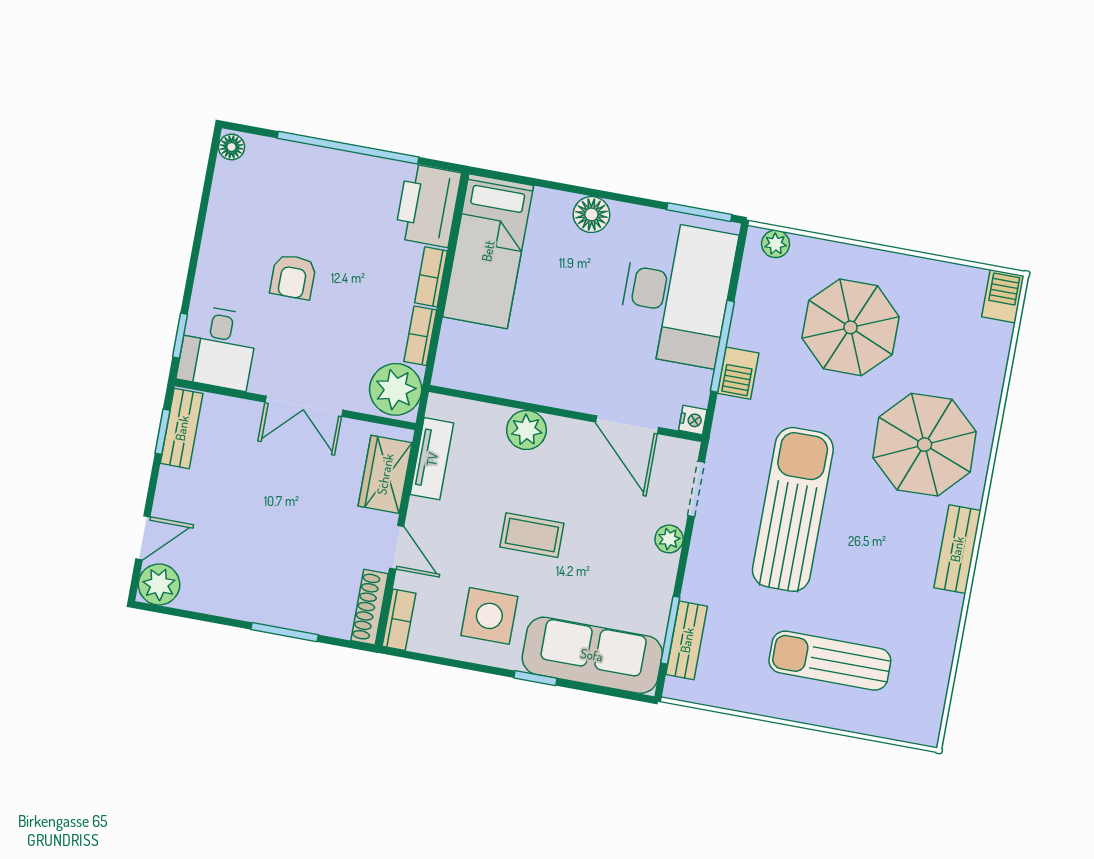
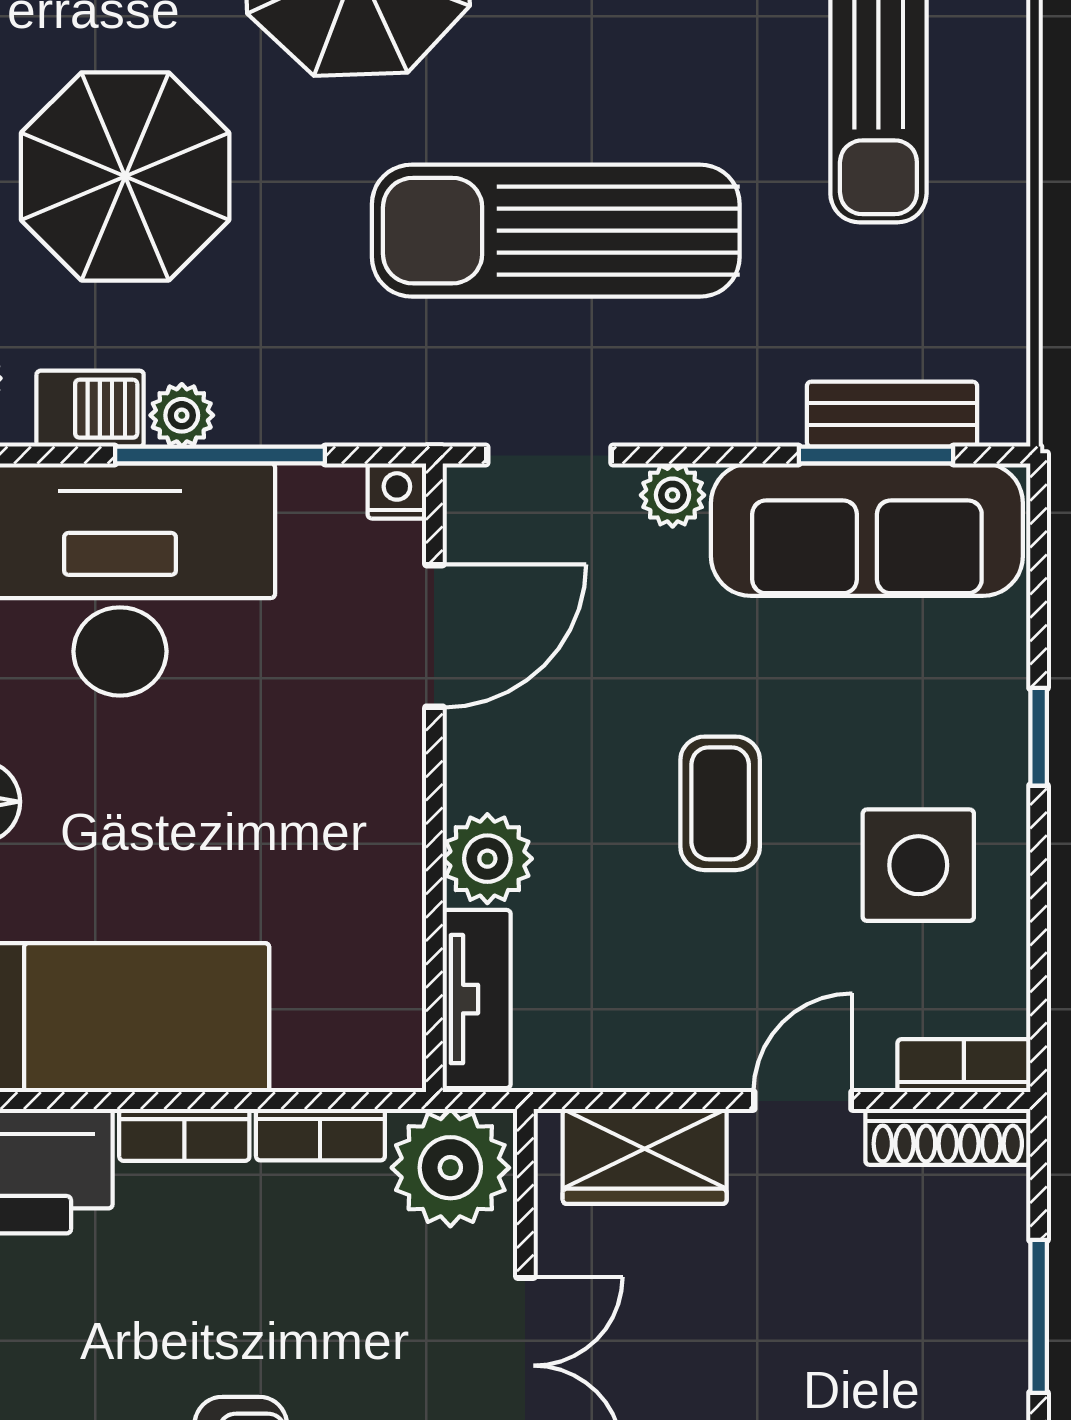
plant: (743, 333) -> (182, 415), added
barbecue: (738, 373) -> (90, 409), moved
tv unit: (432, 459) -> (477, 999), moved, turned 90
sofa: (592, 655) -> (867, 530), moved, turned -90

